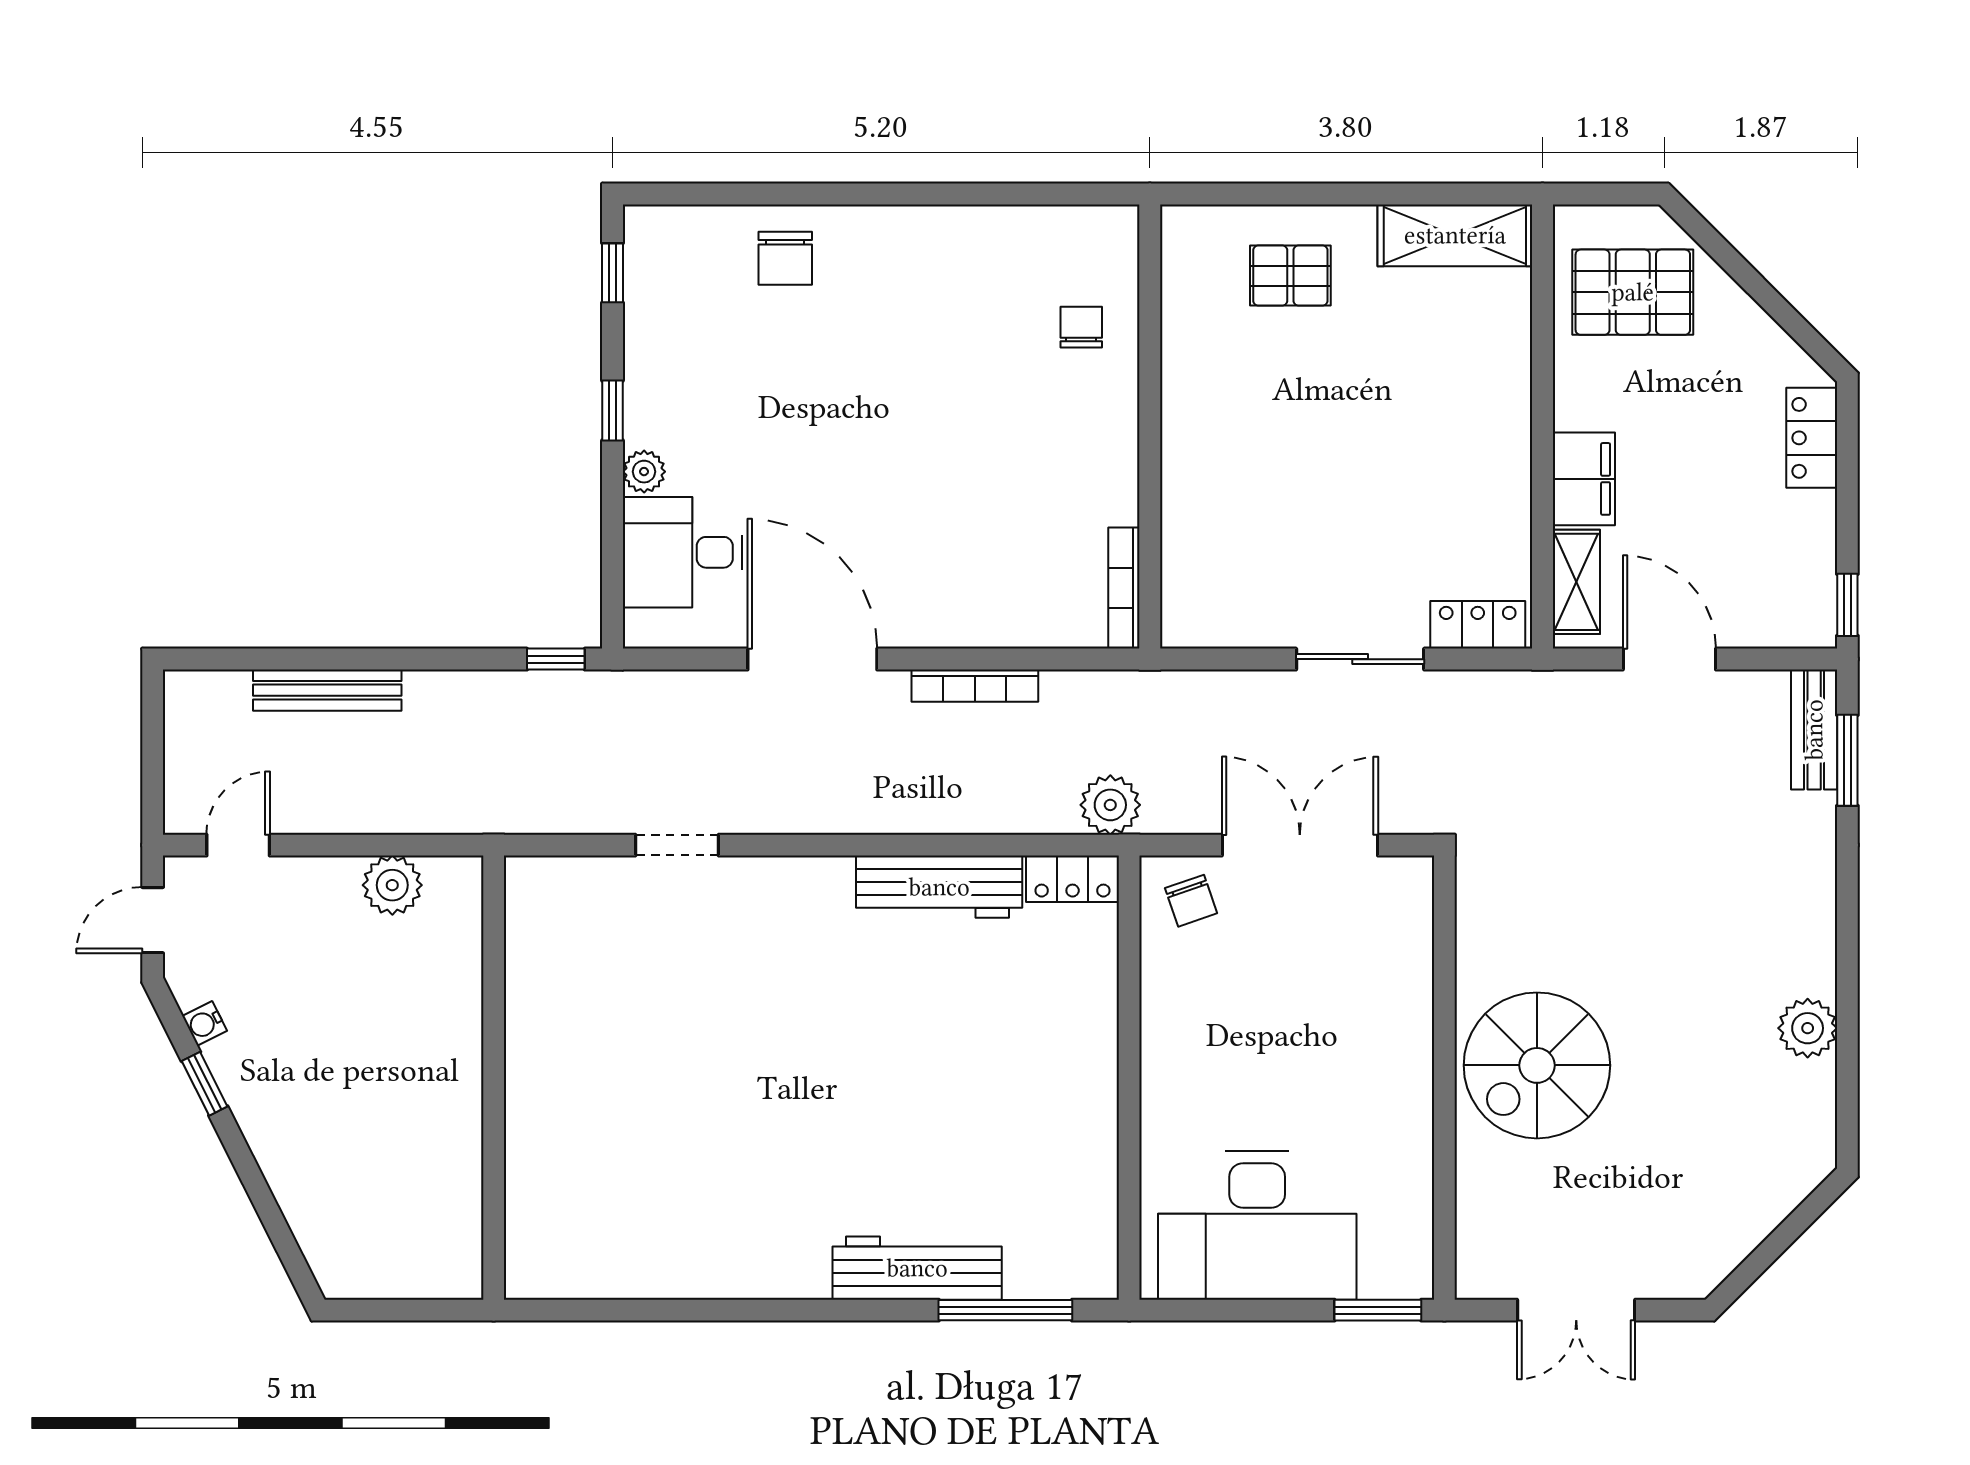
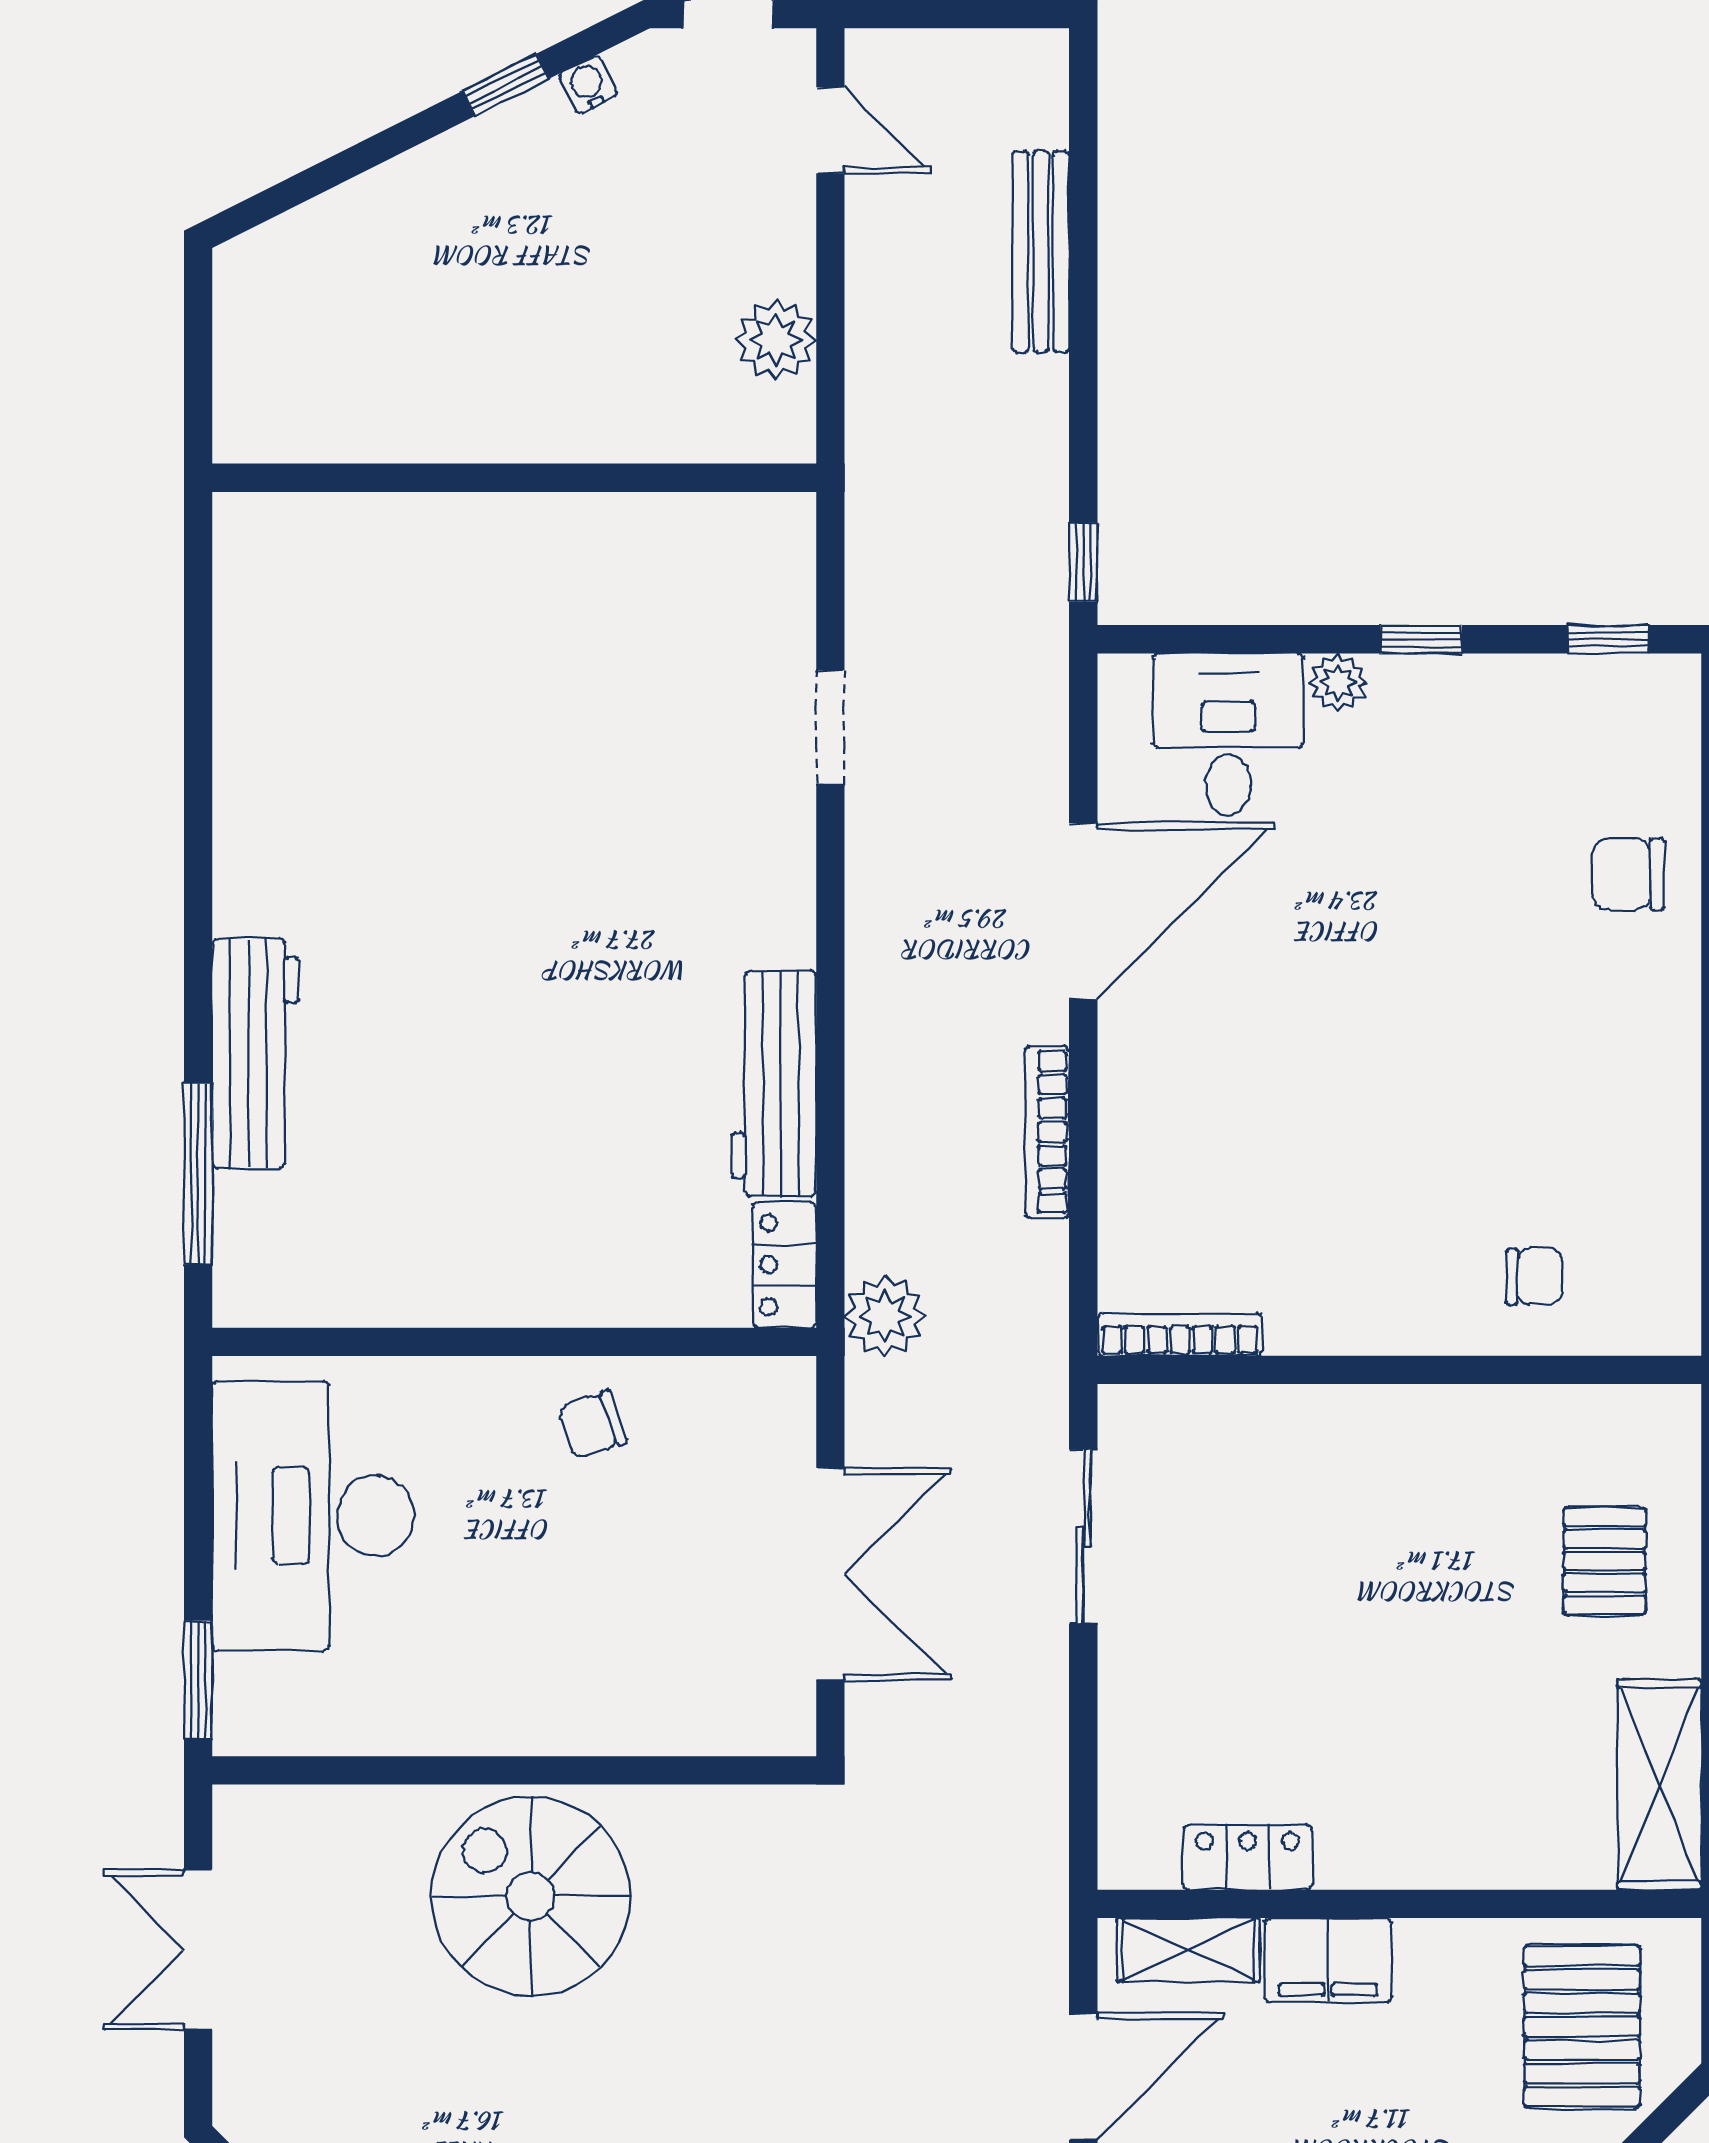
locker: (1478, 625) -> (1247, 1857), moved, turned -90
sliding door: (1360, 659) -> (1083, 1537), moved
chair: (1191, 901) -> (592, 1425), moved

